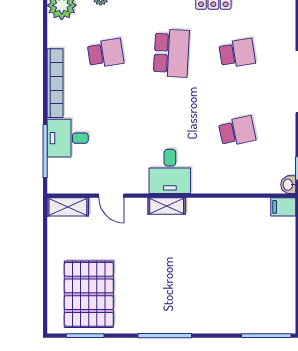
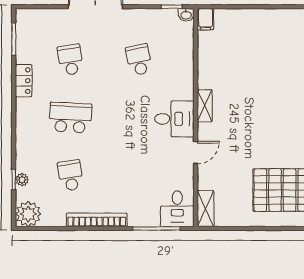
desk: (68, 138) -> (177, 209), moved
door: (111, 196) -> (196, 152), moved
shelving: (167, 206) -> (205, 106), moved

